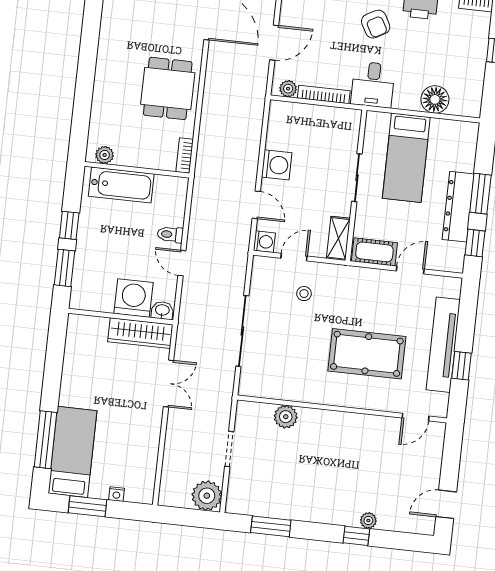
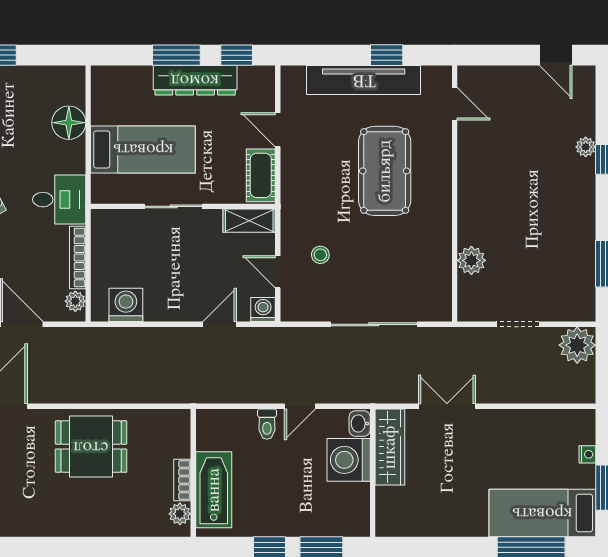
bookcase: (185, 156) -> (182, 480), moved, turned 90
washing machine: (277, 165) -> (126, 305), moved

